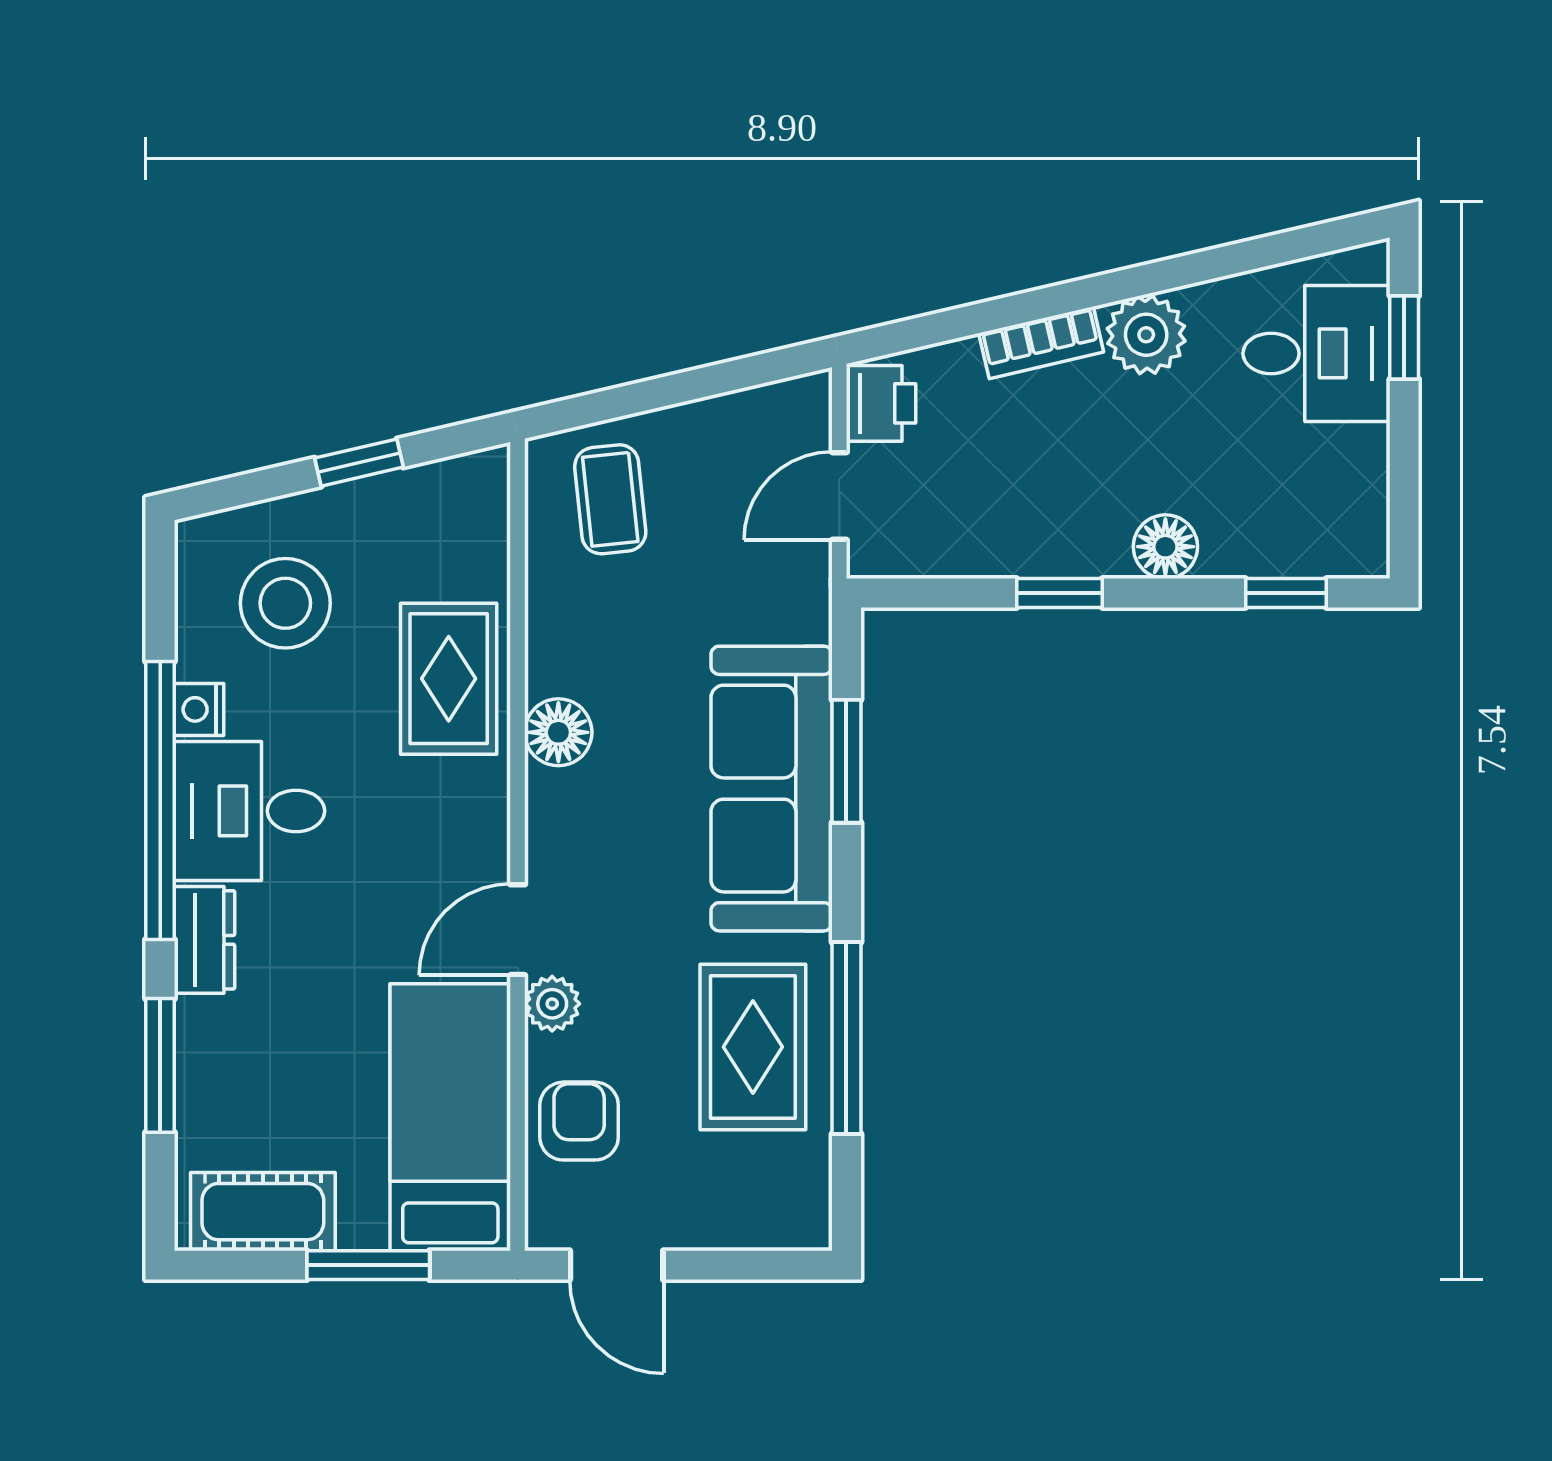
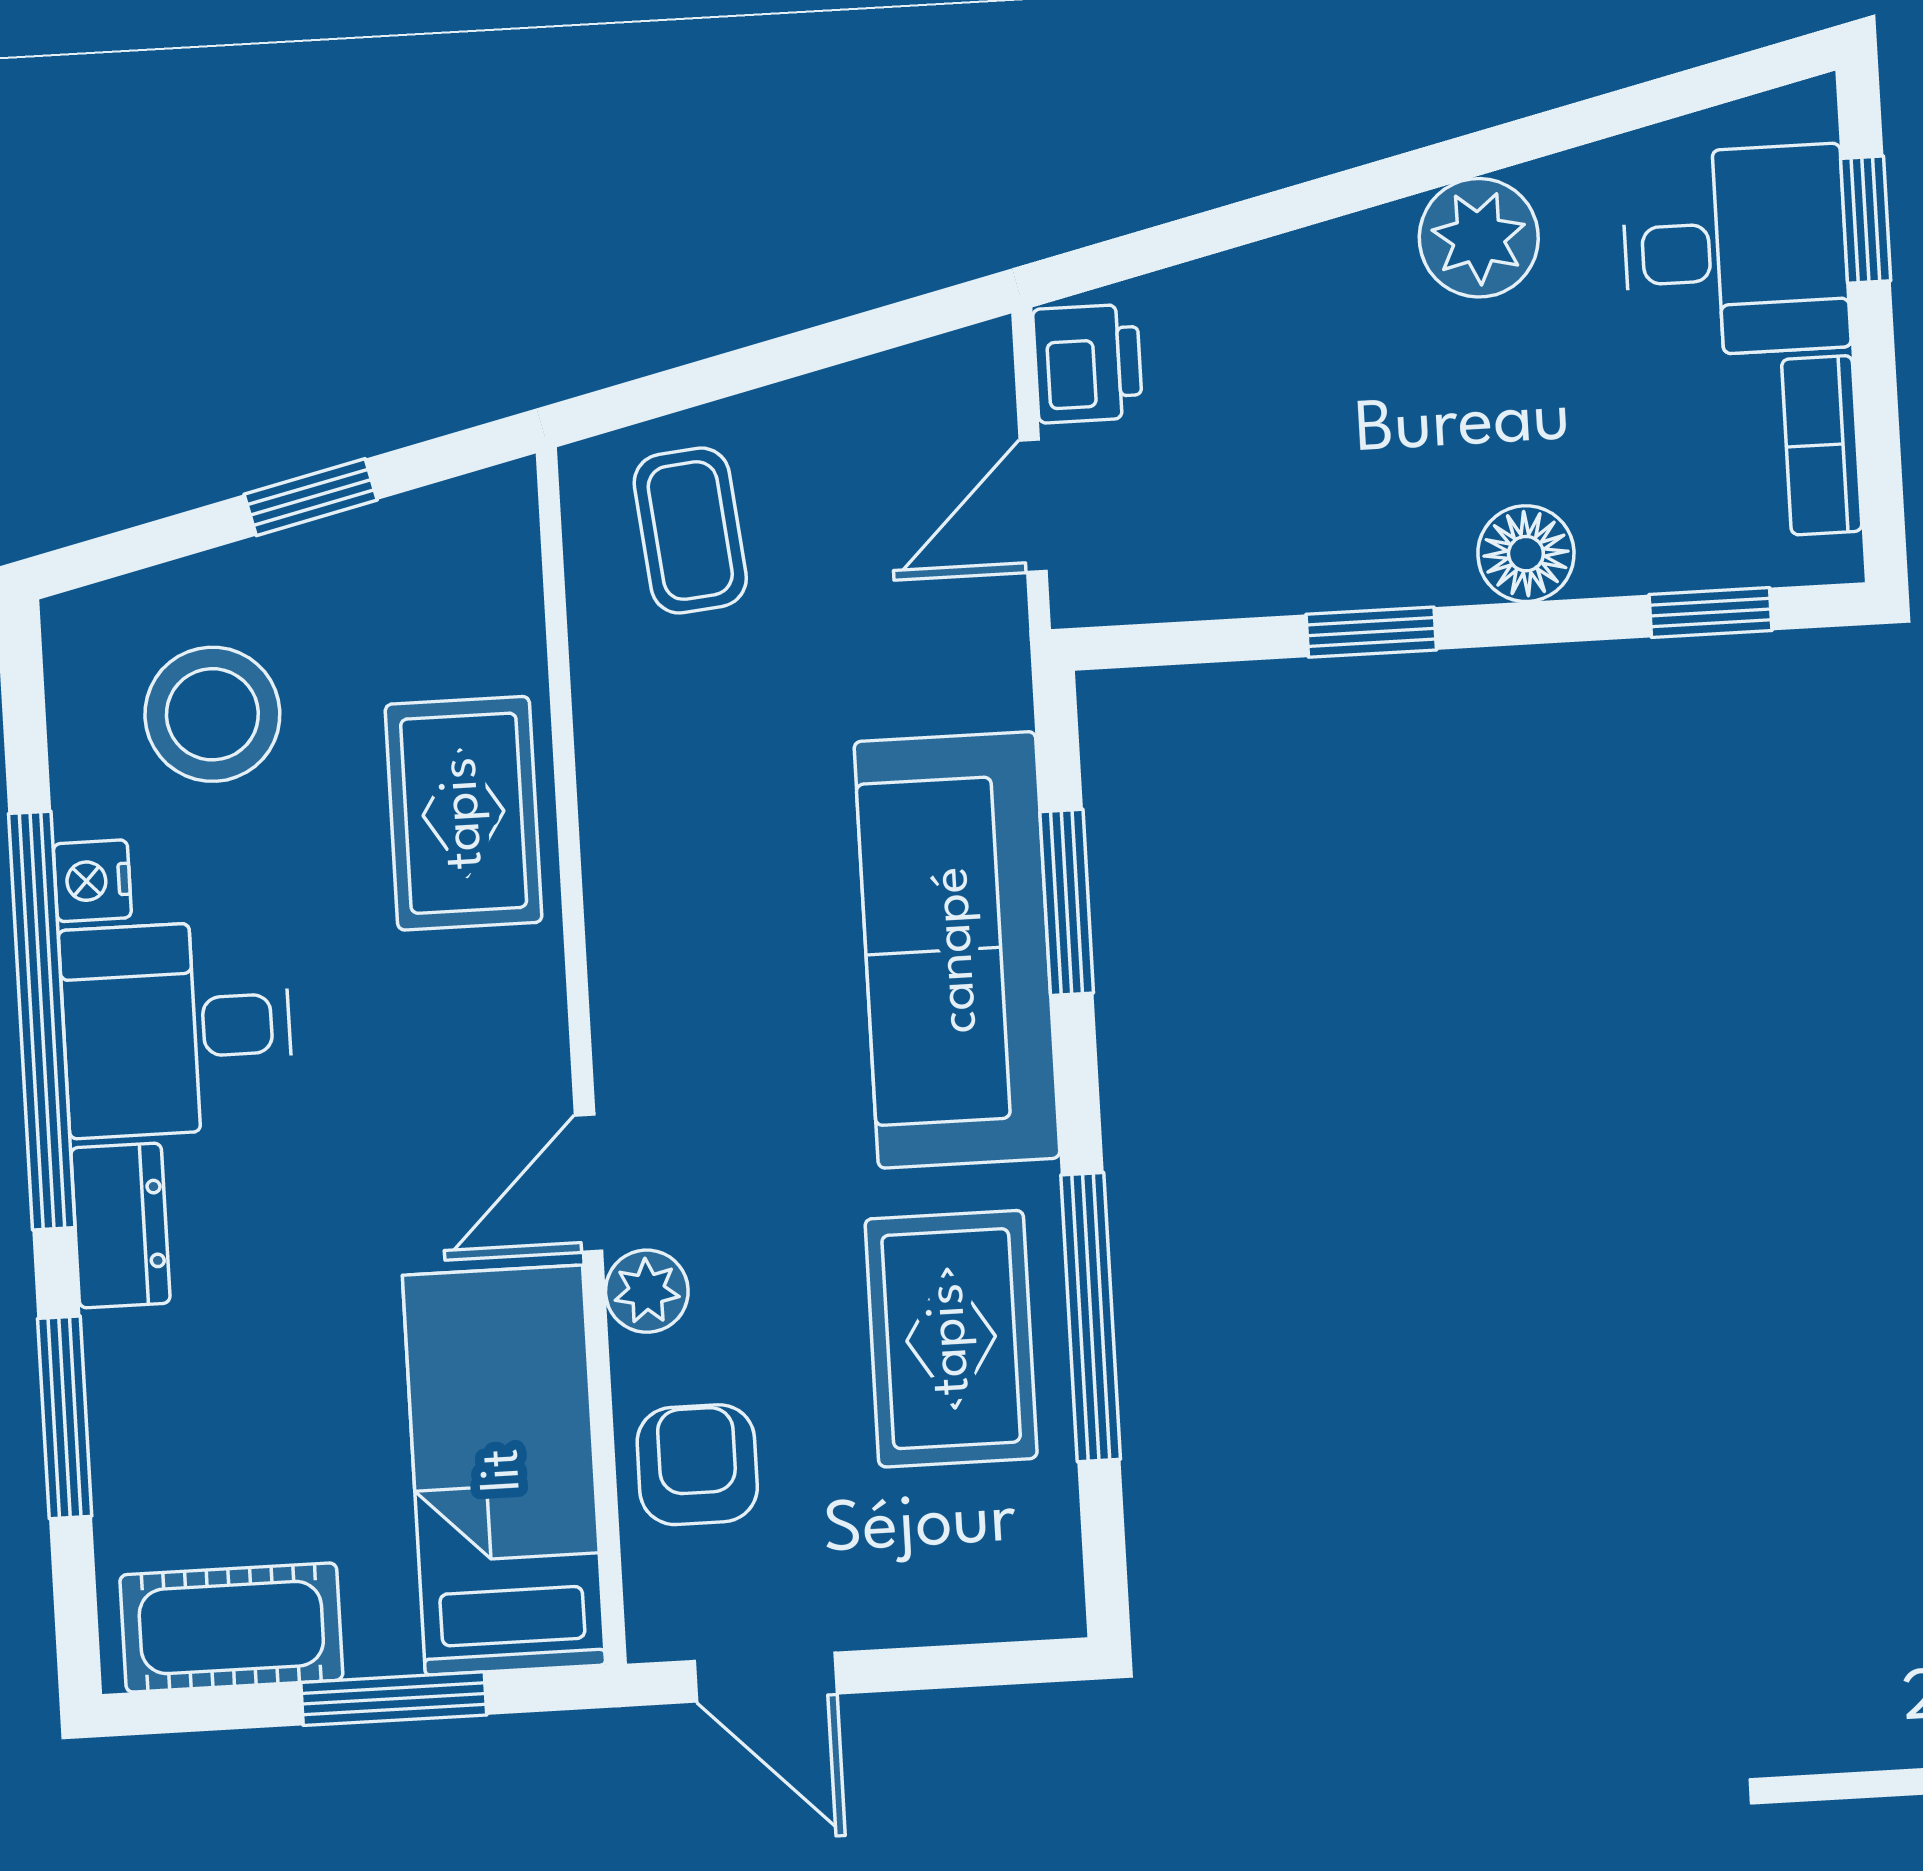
bookcase: (1041, 343) -> (1822, 445), moved, turned 103
floor lamp: (558, 732) -> (632, 884), removed

